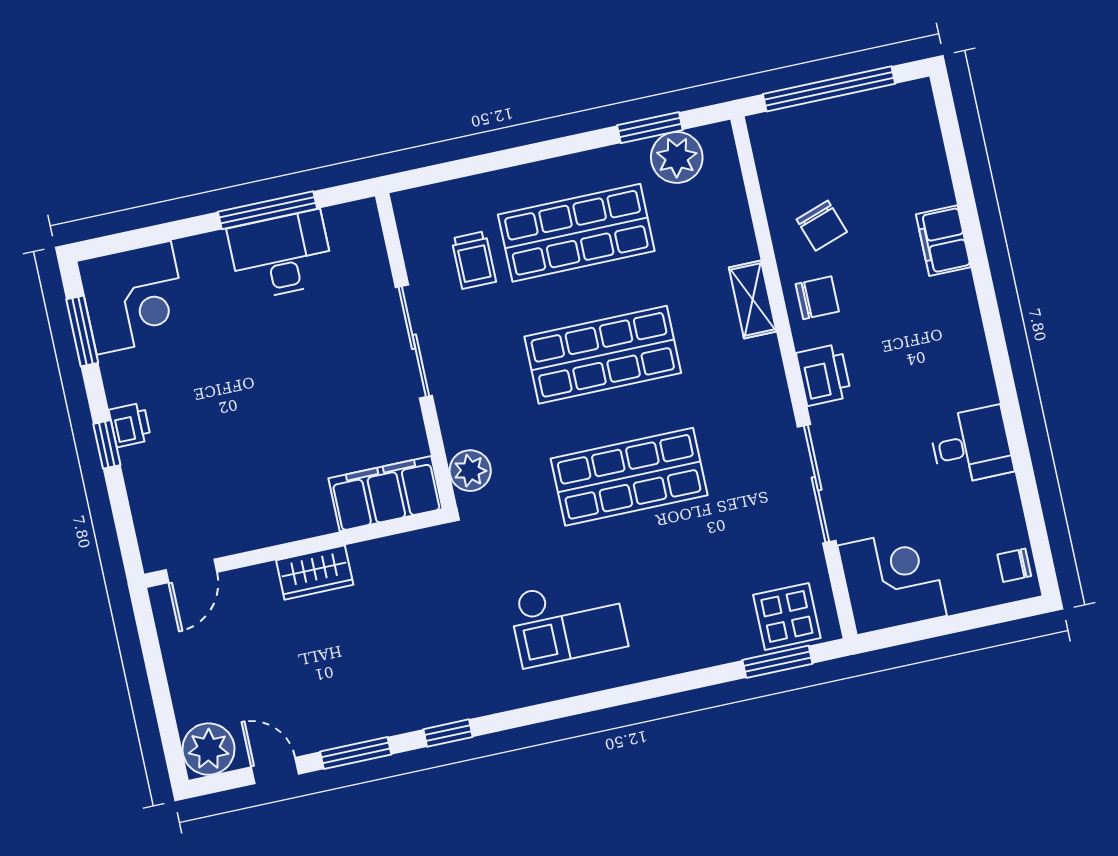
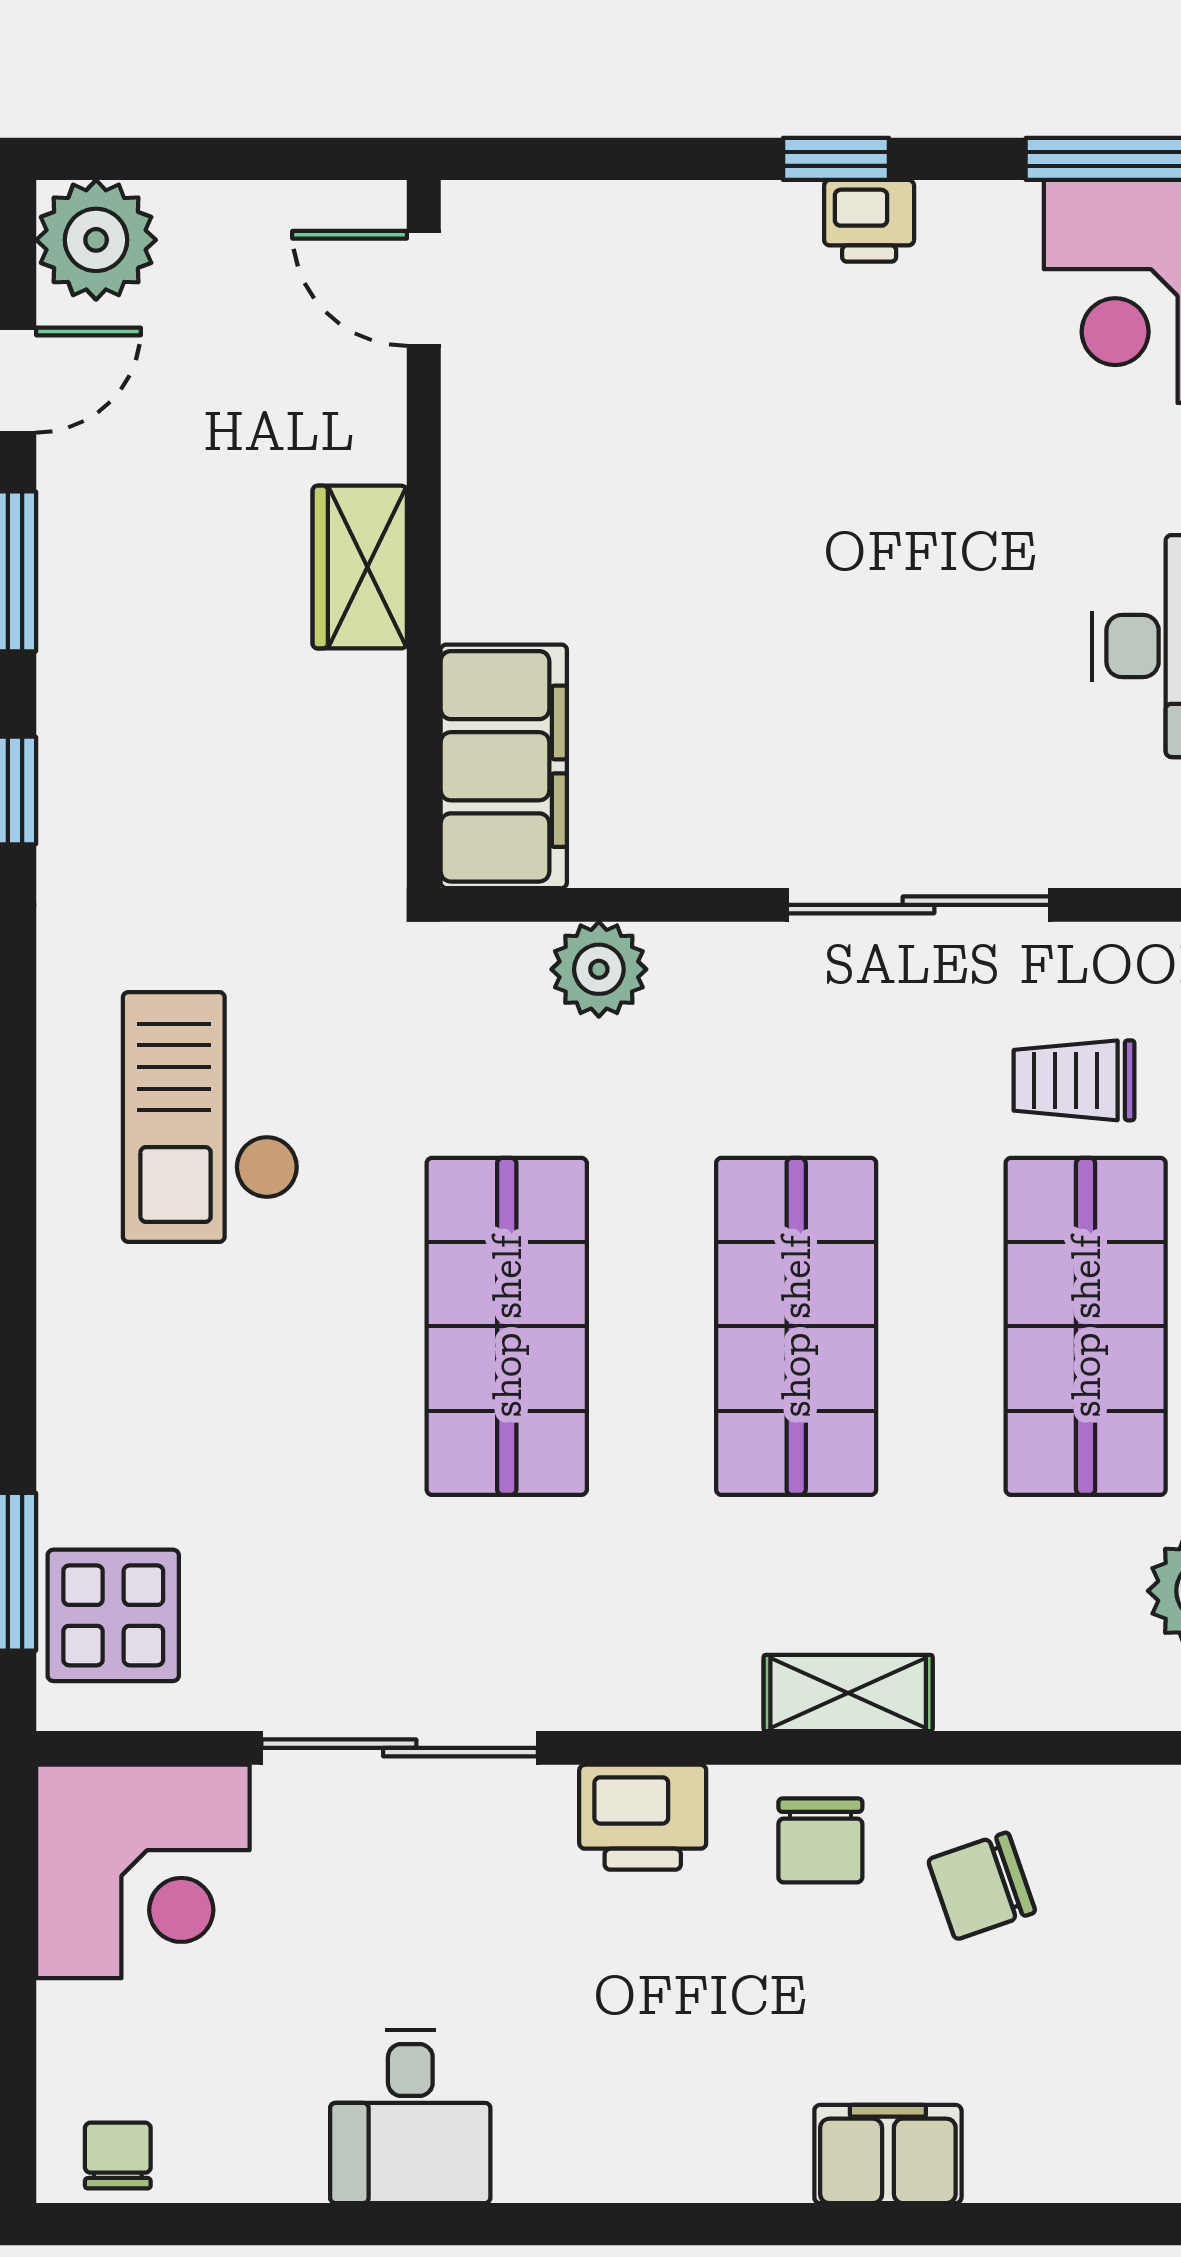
filing cabinet: (386, 494) -> (504, 766), moved
wall: (295, 549) -> (424, 534), moved
door: (191, 571) -> (424, 288), moved
wardrobe: (315, 572) -> (360, 567), moved

